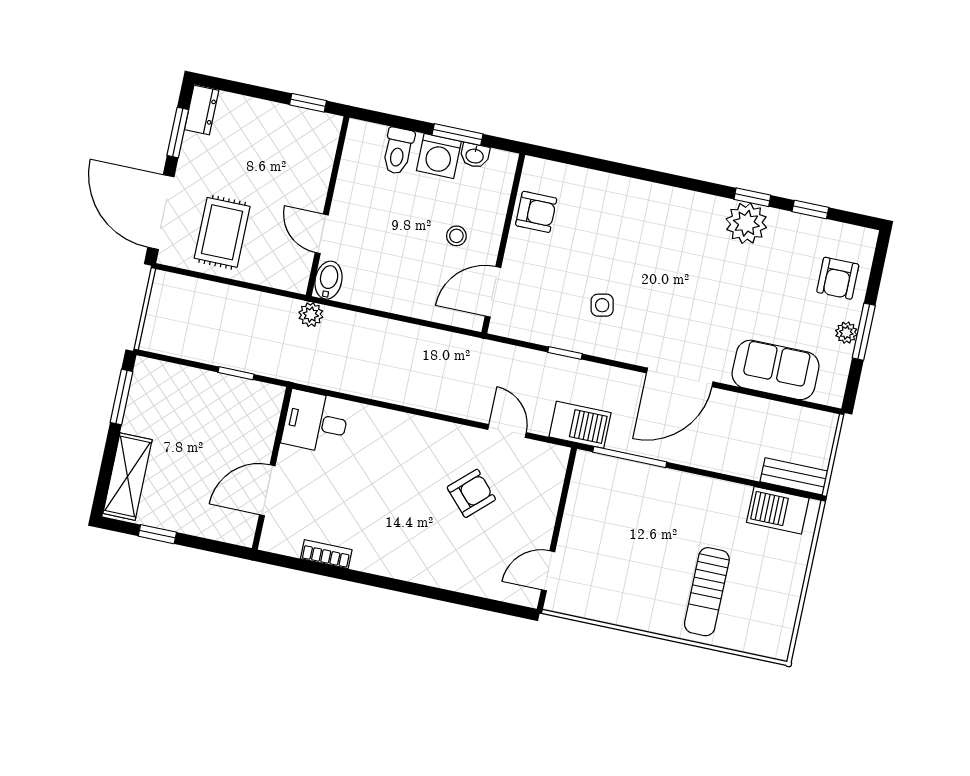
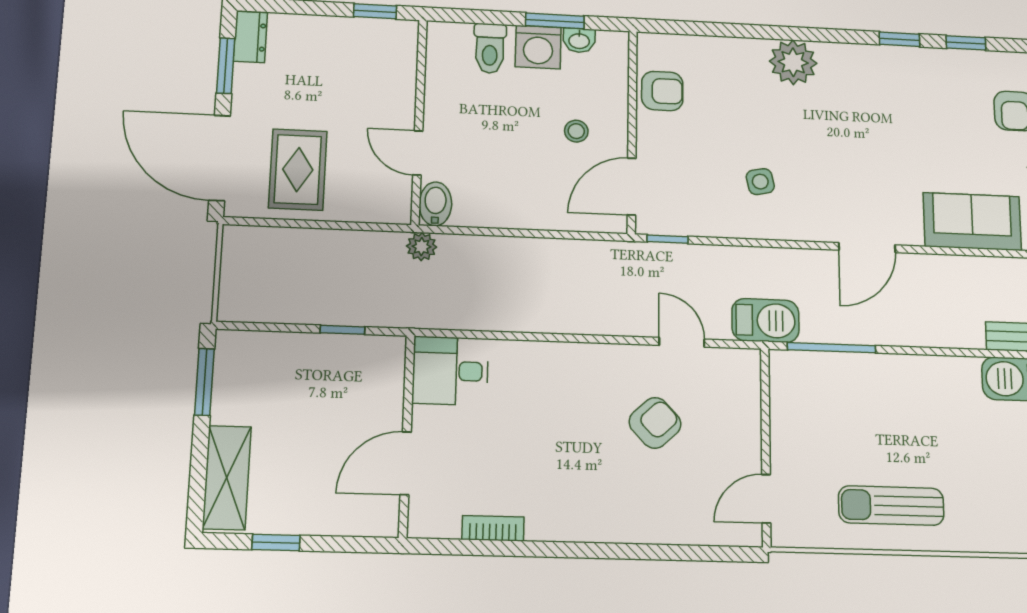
plant: (746, 223) -> (793, 62), moved
window: (565, 353) -> (668, 239), moved
door: (680, 377) -> (867, 248), width x0.73
sun lounger: (707, 592) -> (891, 506), moved, turned 90

